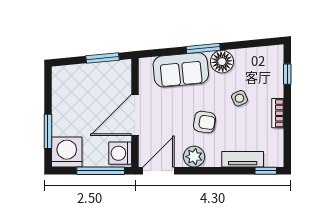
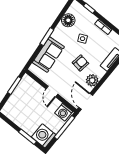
floor lamp: (222, 62) -> (68, 20), moved
door: (135, 115) -> (52, 92), width x0.53

